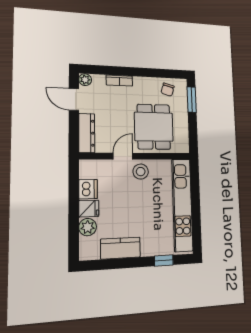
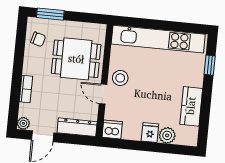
dishwasher: (88, 189) -> (112, 129), moved

